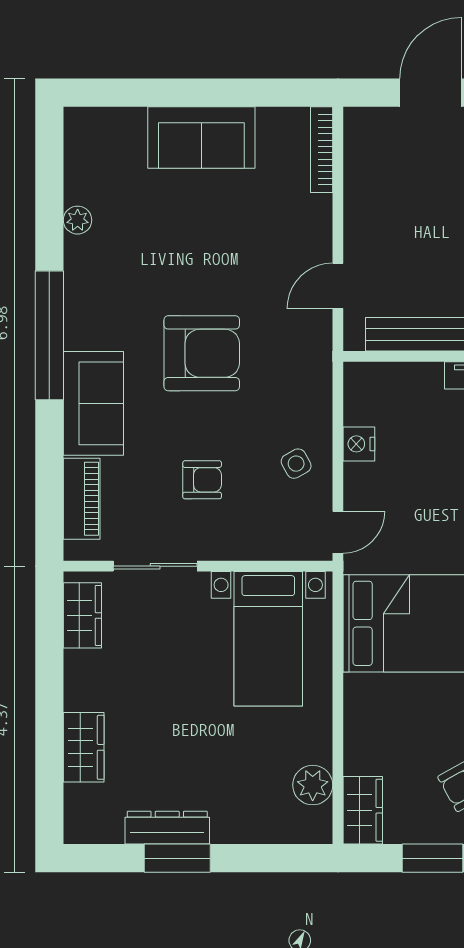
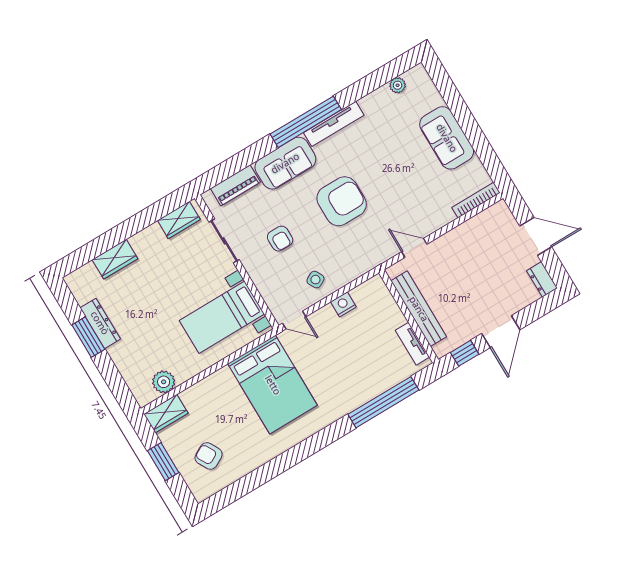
plant: (78, 220) -> (398, 85), moved
tv unit: (78, 295) -> (334, 124), added
armchair: (202, 353) -> (342, 201), turned -90

